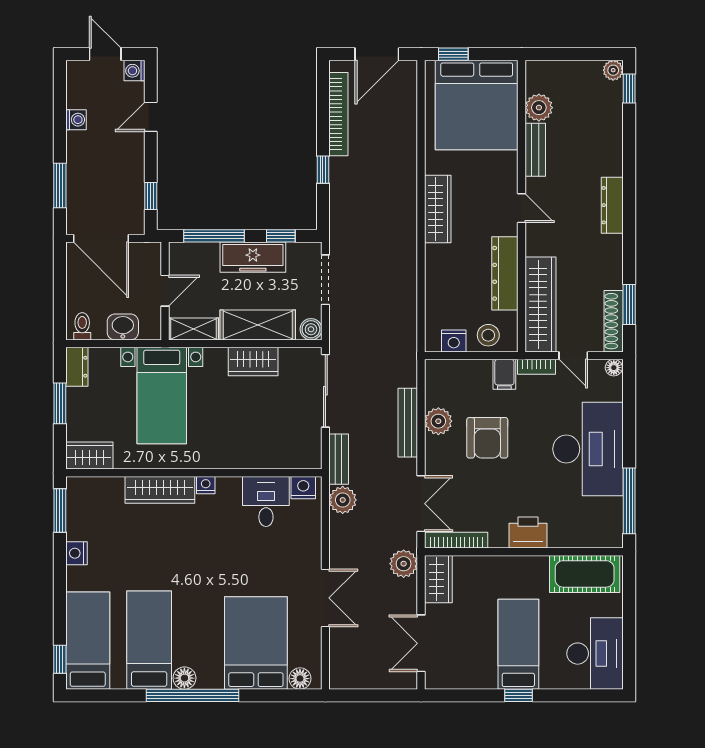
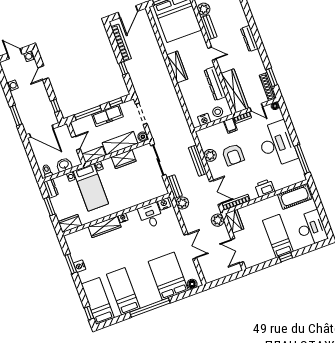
window: (60, 510) -> (71, 264), moved
floor lamp: (184, 678) -> (144, 302), removed

